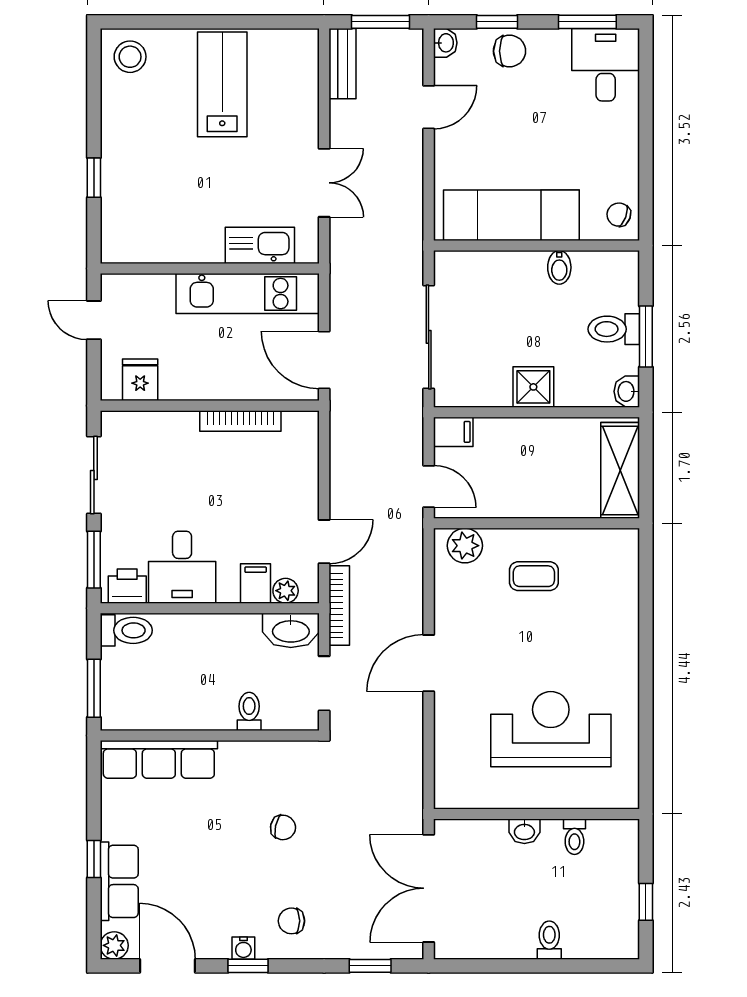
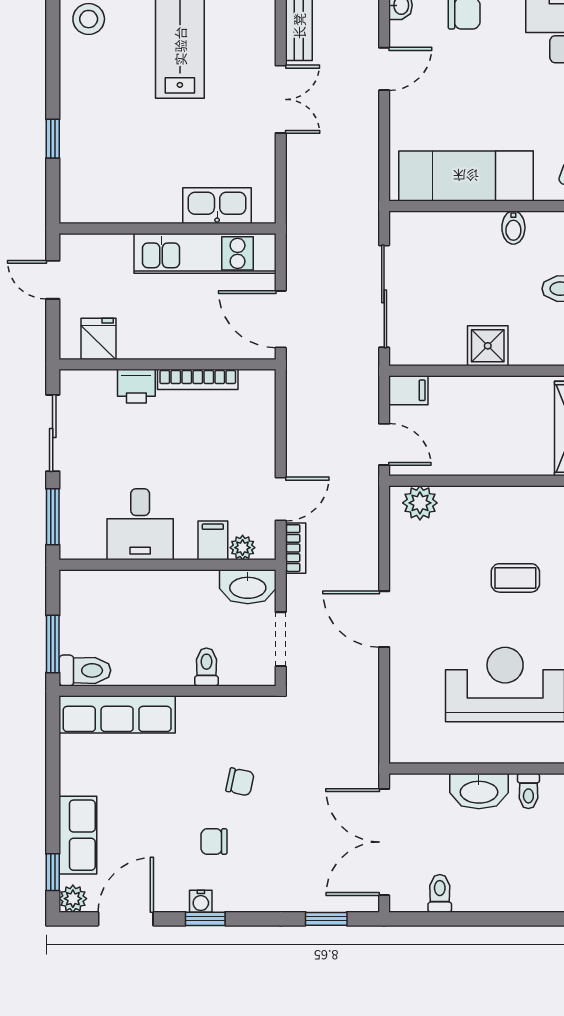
double door: (324, 183) -> (281, 99), moved
coffee table: (534, 576) -> (515, 578), moved
printer: (127, 586) -> (136, 386), moved, turned 180
bookcase: (339, 606) -> (296, 548), width x0.64
toilet: (126, 630) -> (85, 670), moved
door: (429, 663) -> (384, 619), hinge flipped
washbasin: (524, 831) -> (479, 791), width x1.91, depth x1.45
window: (94, 859) -> (53, 872), moved
chair: (291, 921) -> (214, 842), moved
toilet: (549, 940) -> (440, 893), moved
door: (168, 966) -> (126, 919), hinge flipped

